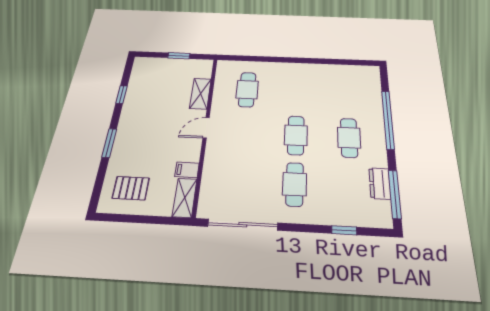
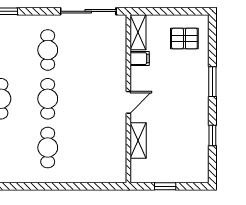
cafe table: (247, 90) -> (48, 148), moved

